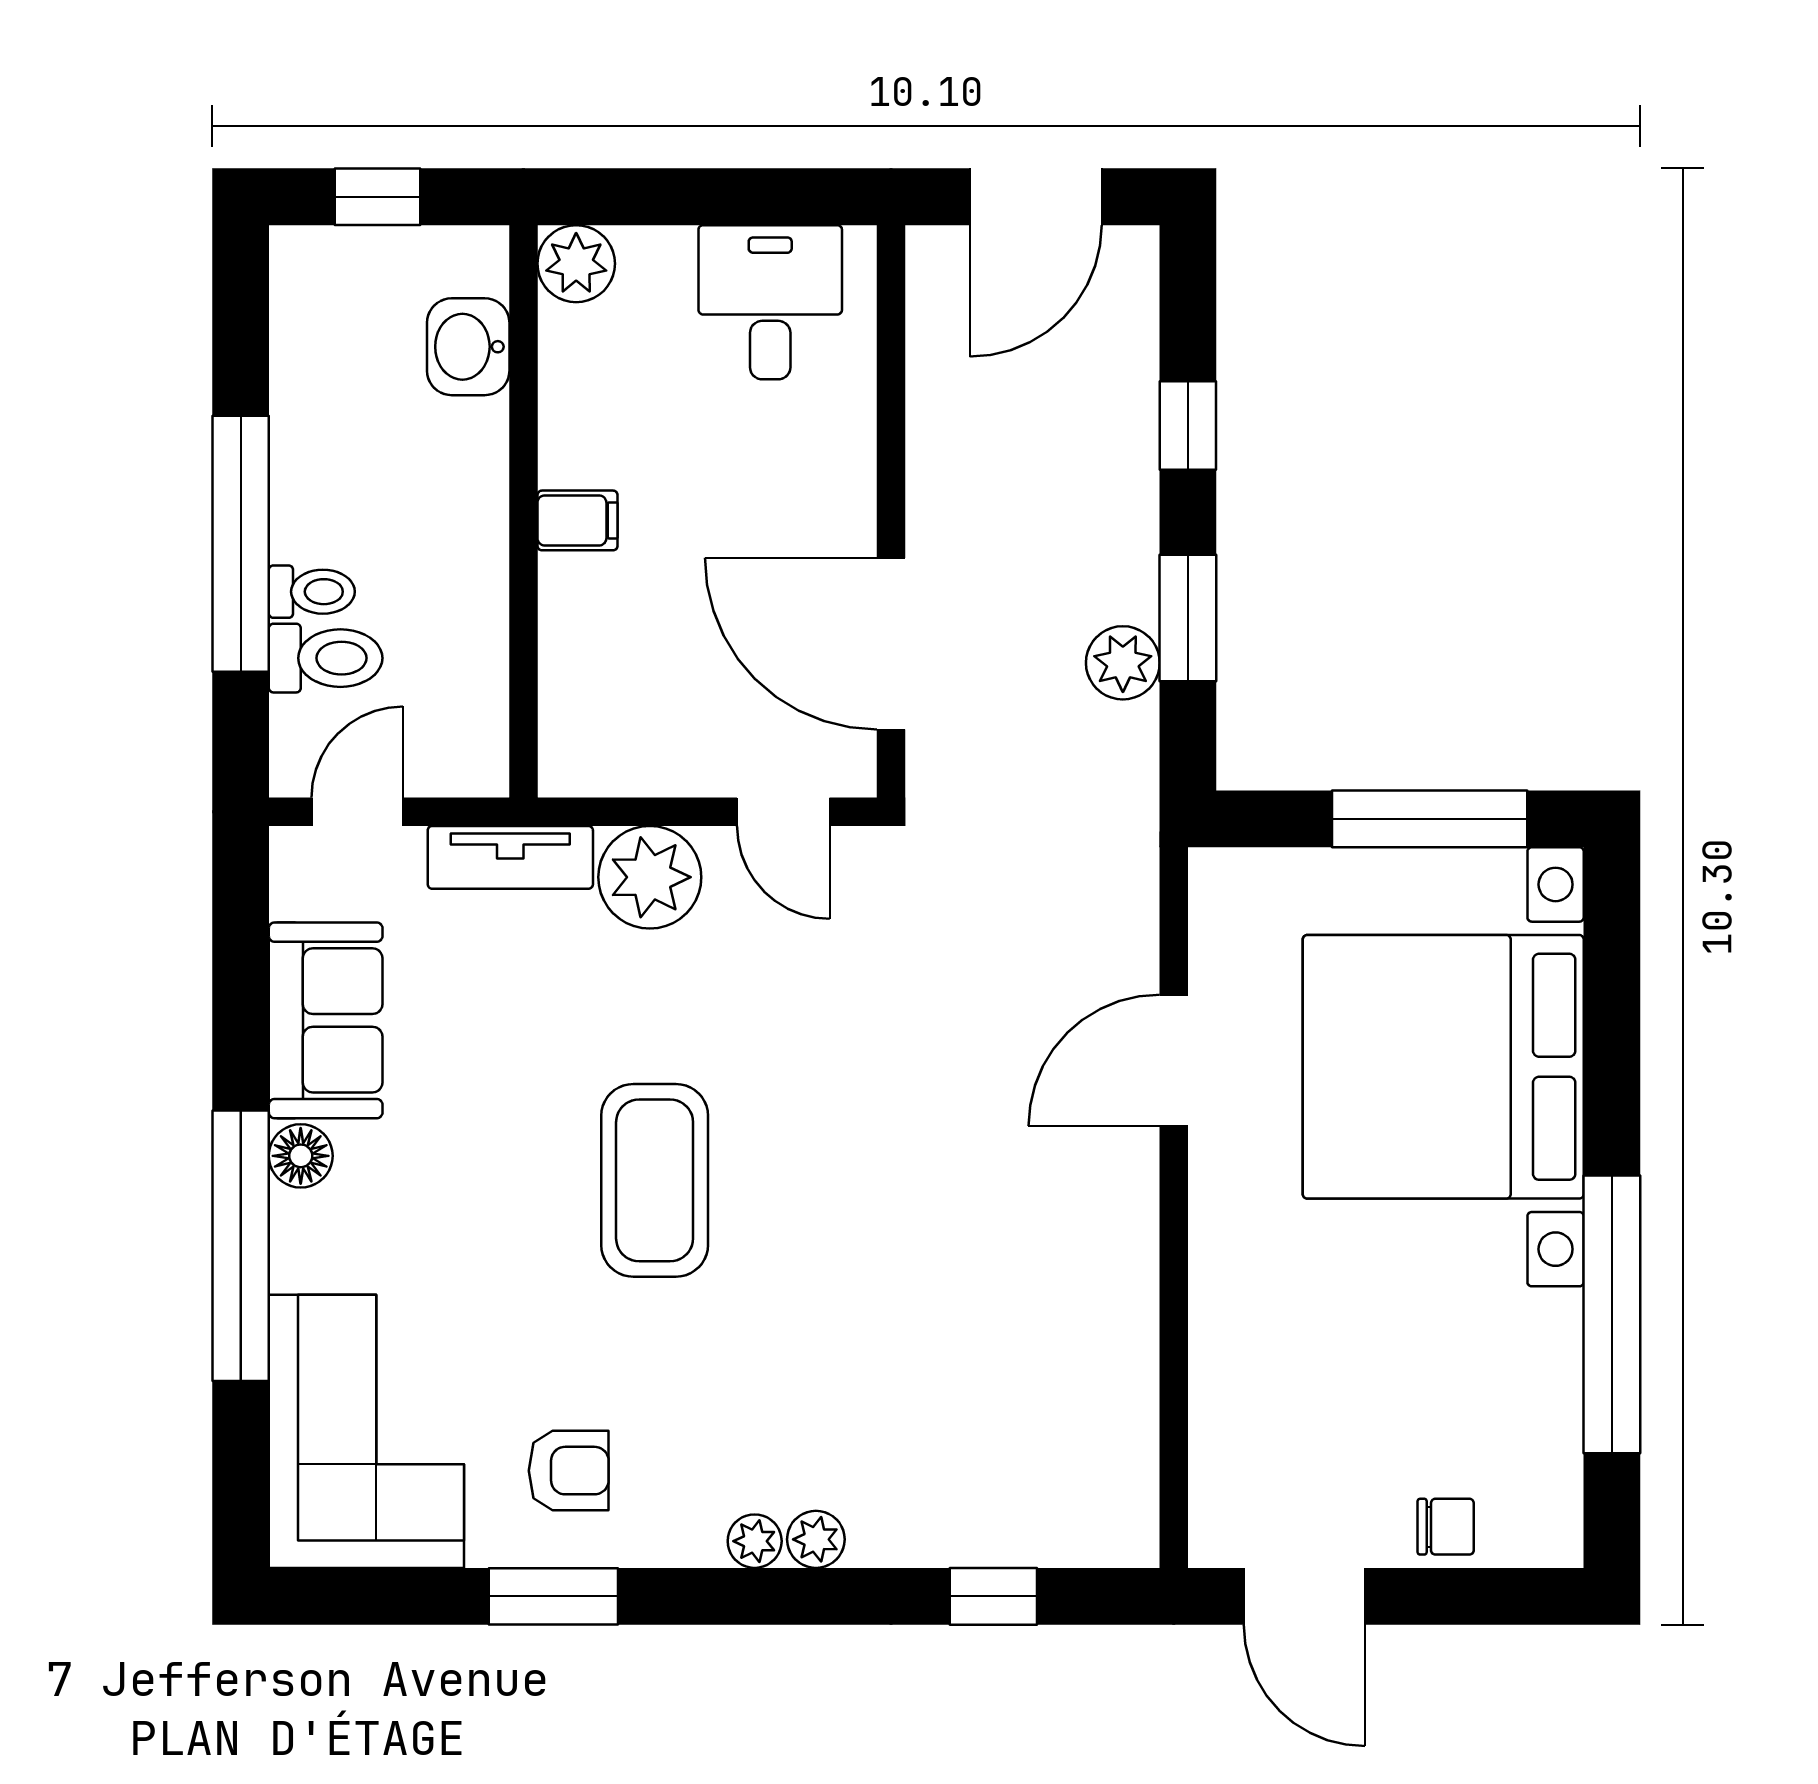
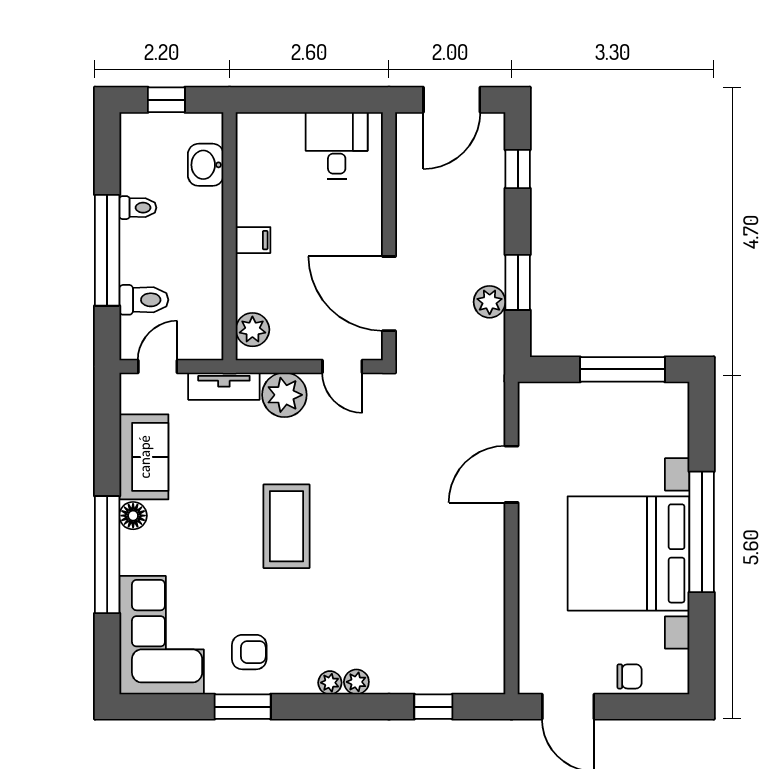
plant: (576, 264) -> (252, 330), moved
window: (1188, 425) -> (518, 169), moved
toilet: (312, 592) -> (138, 208), moved
bed with nightstands: (1443, 1067) -> (628, 553), moved
window: (1612, 1314) -> (702, 532), moved

